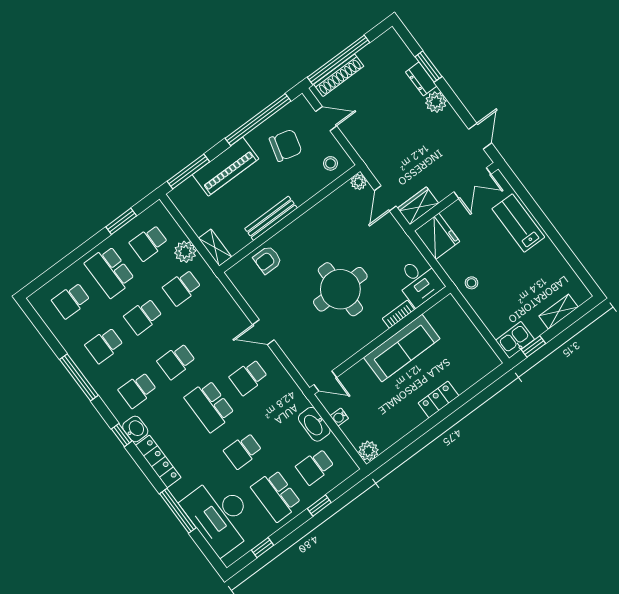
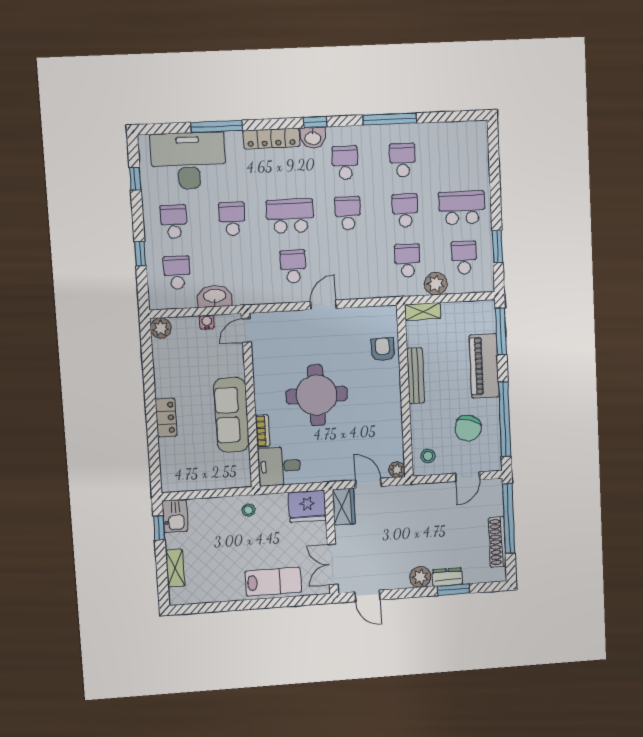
shoe rack: (339, 75) -> (497, 542), moved
school desk: (71, 300) -> (460, 158), removed
school desk: (276, 496) -> (174, 222), width x0.54

